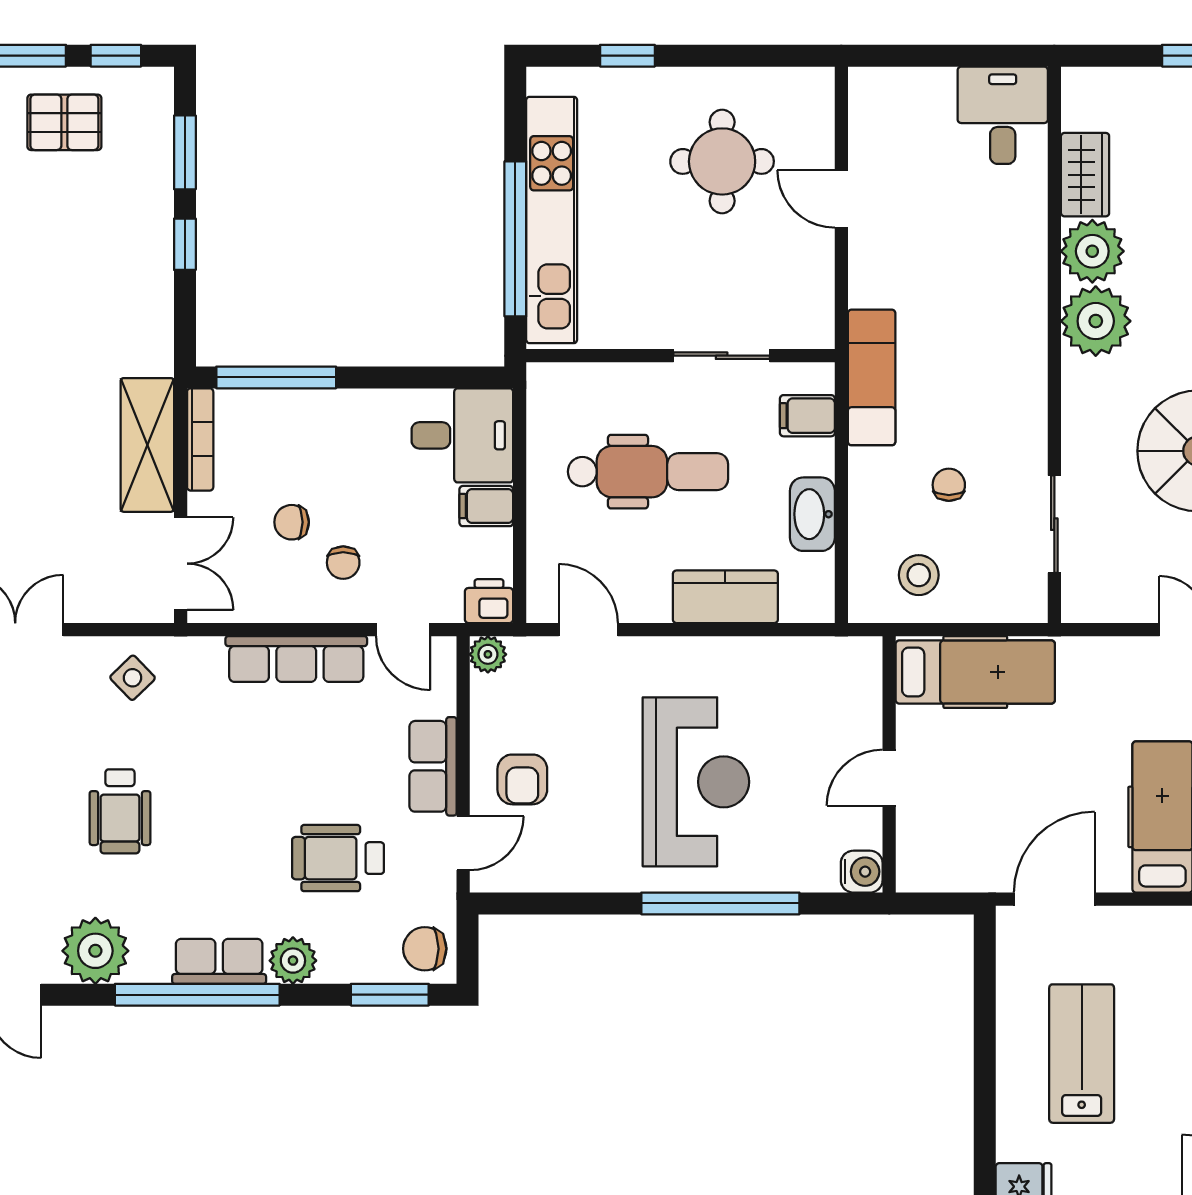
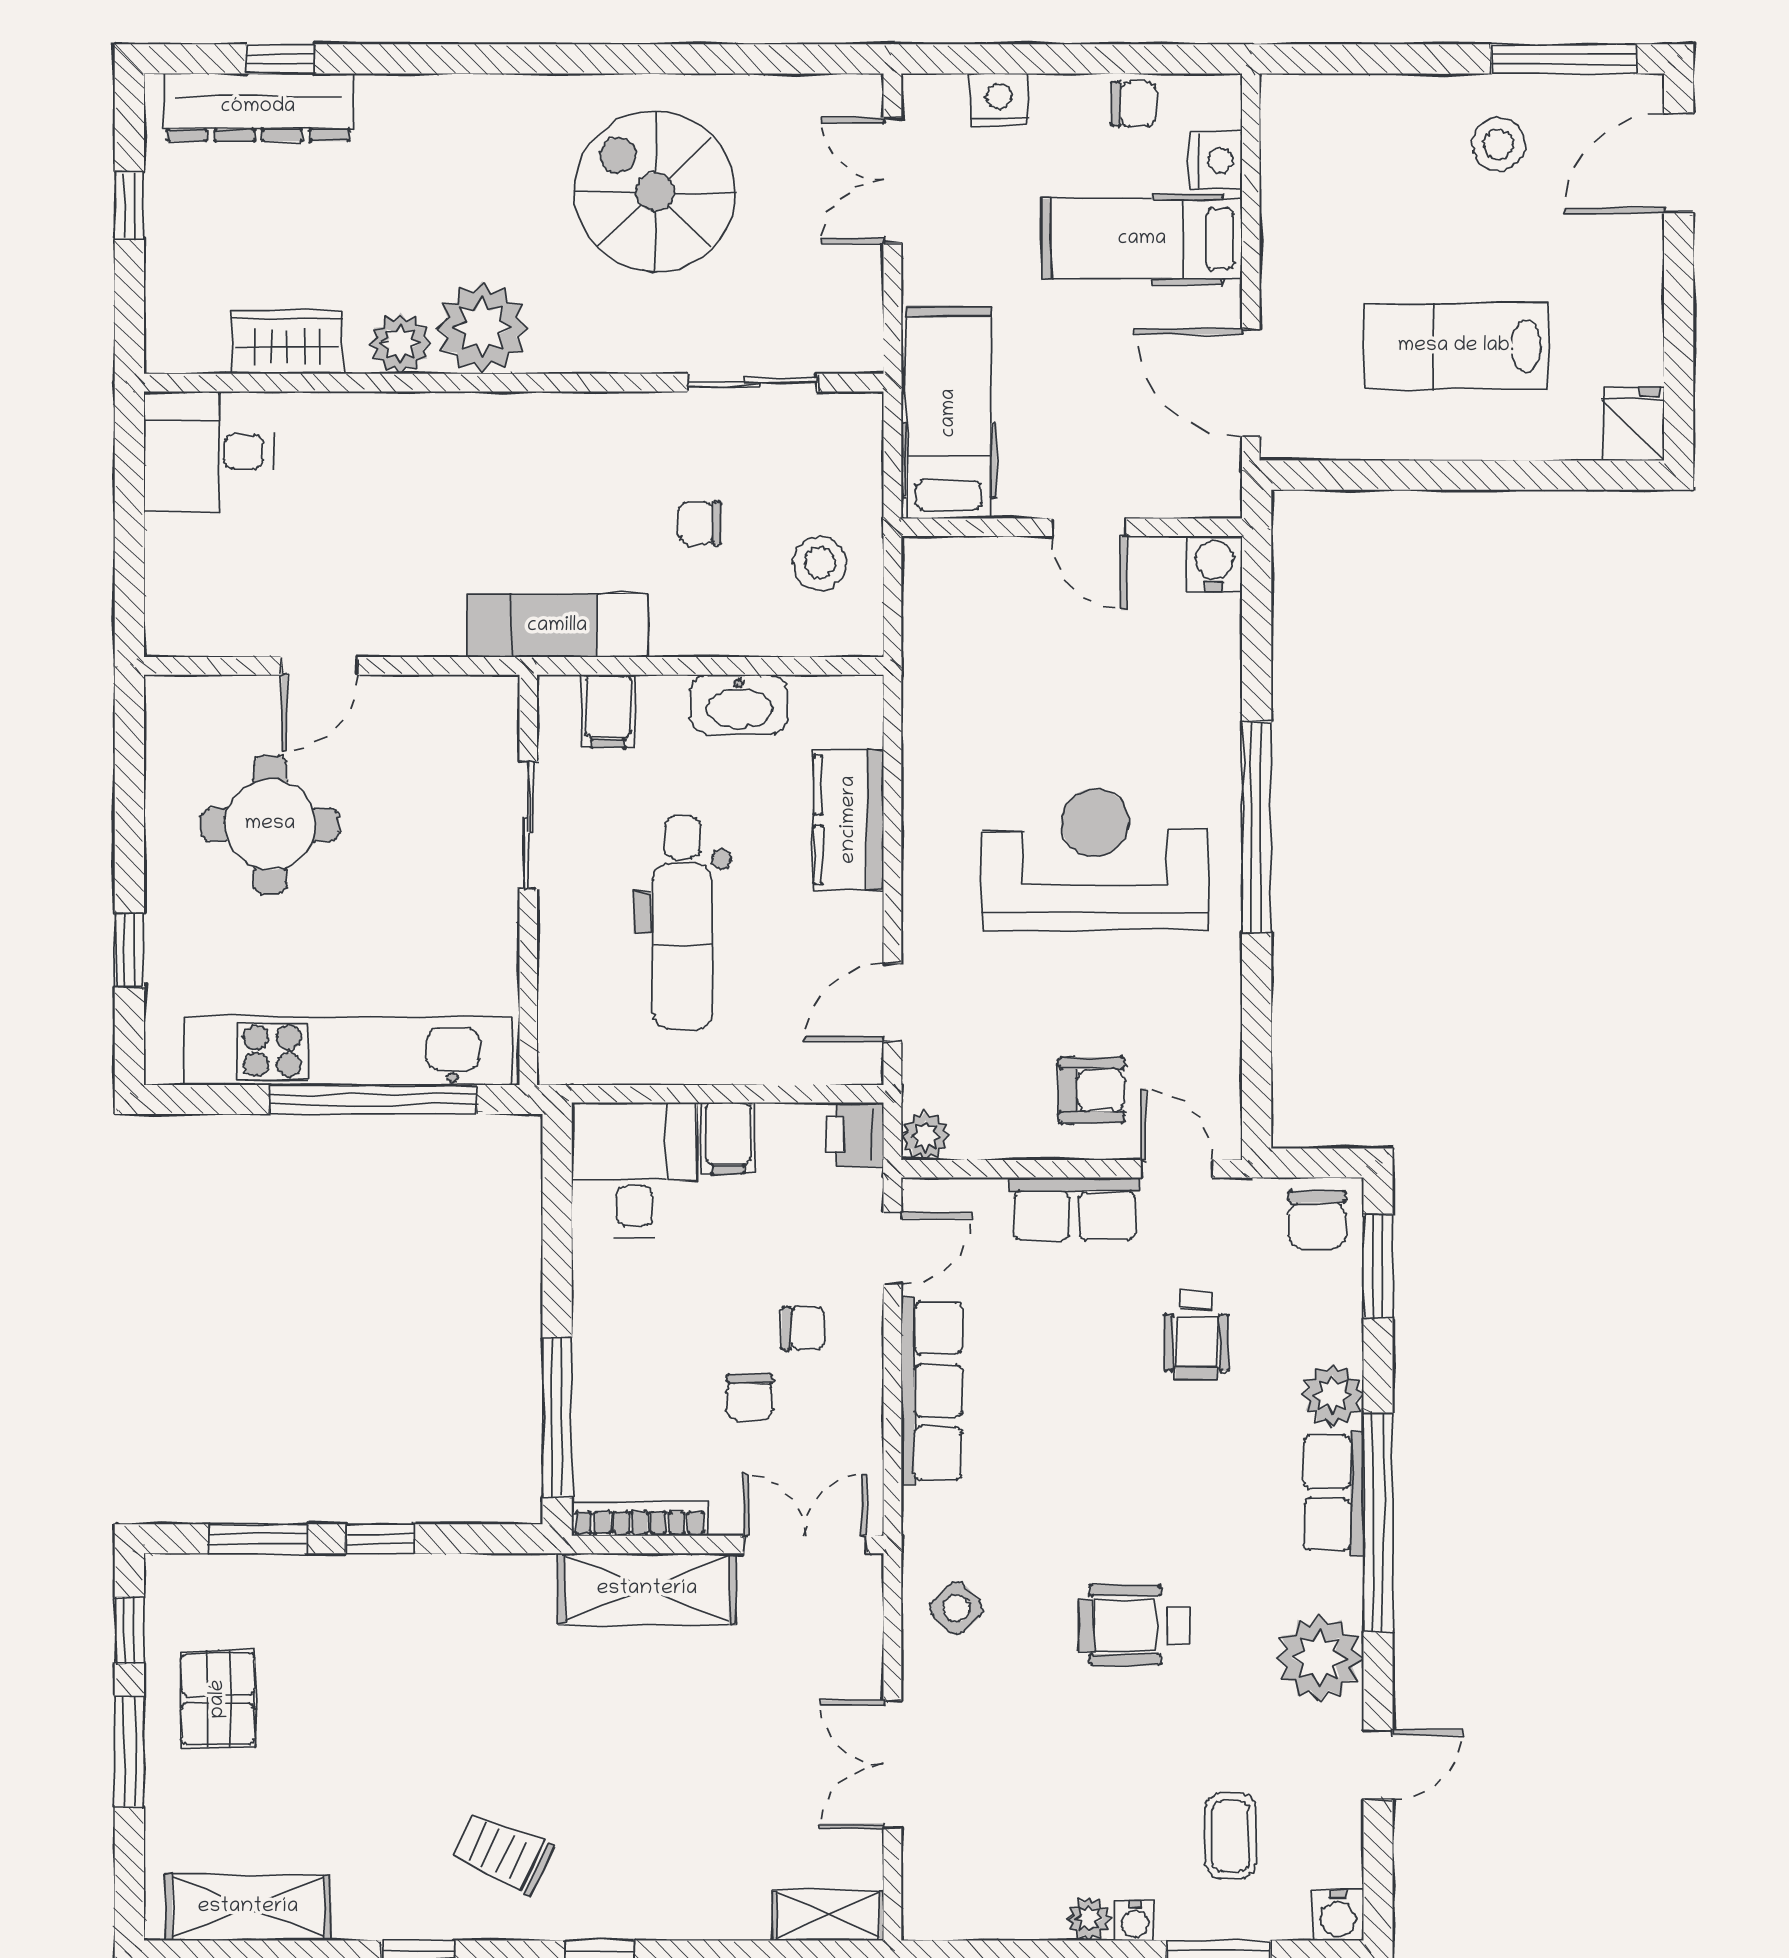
plant: (1092, 251) -> (401, 343), width x0.73, depth x0.73
dental chair: (648, 472) -> (682, 923), turned 180
hospital bed: (975, 672) -> (949, 413), moved
wall: (889, 764) -> (1072, 527), moved
door: (889, 778) -> (1089, 527), moved
wheelchair: (120, 811) -> (1134, 1625), turned 180
wheelchair: (338, 858) -> (1196, 1335), width x0.73, depth x0.73
water cooler: (862, 872) -> (1214, 564), moved

